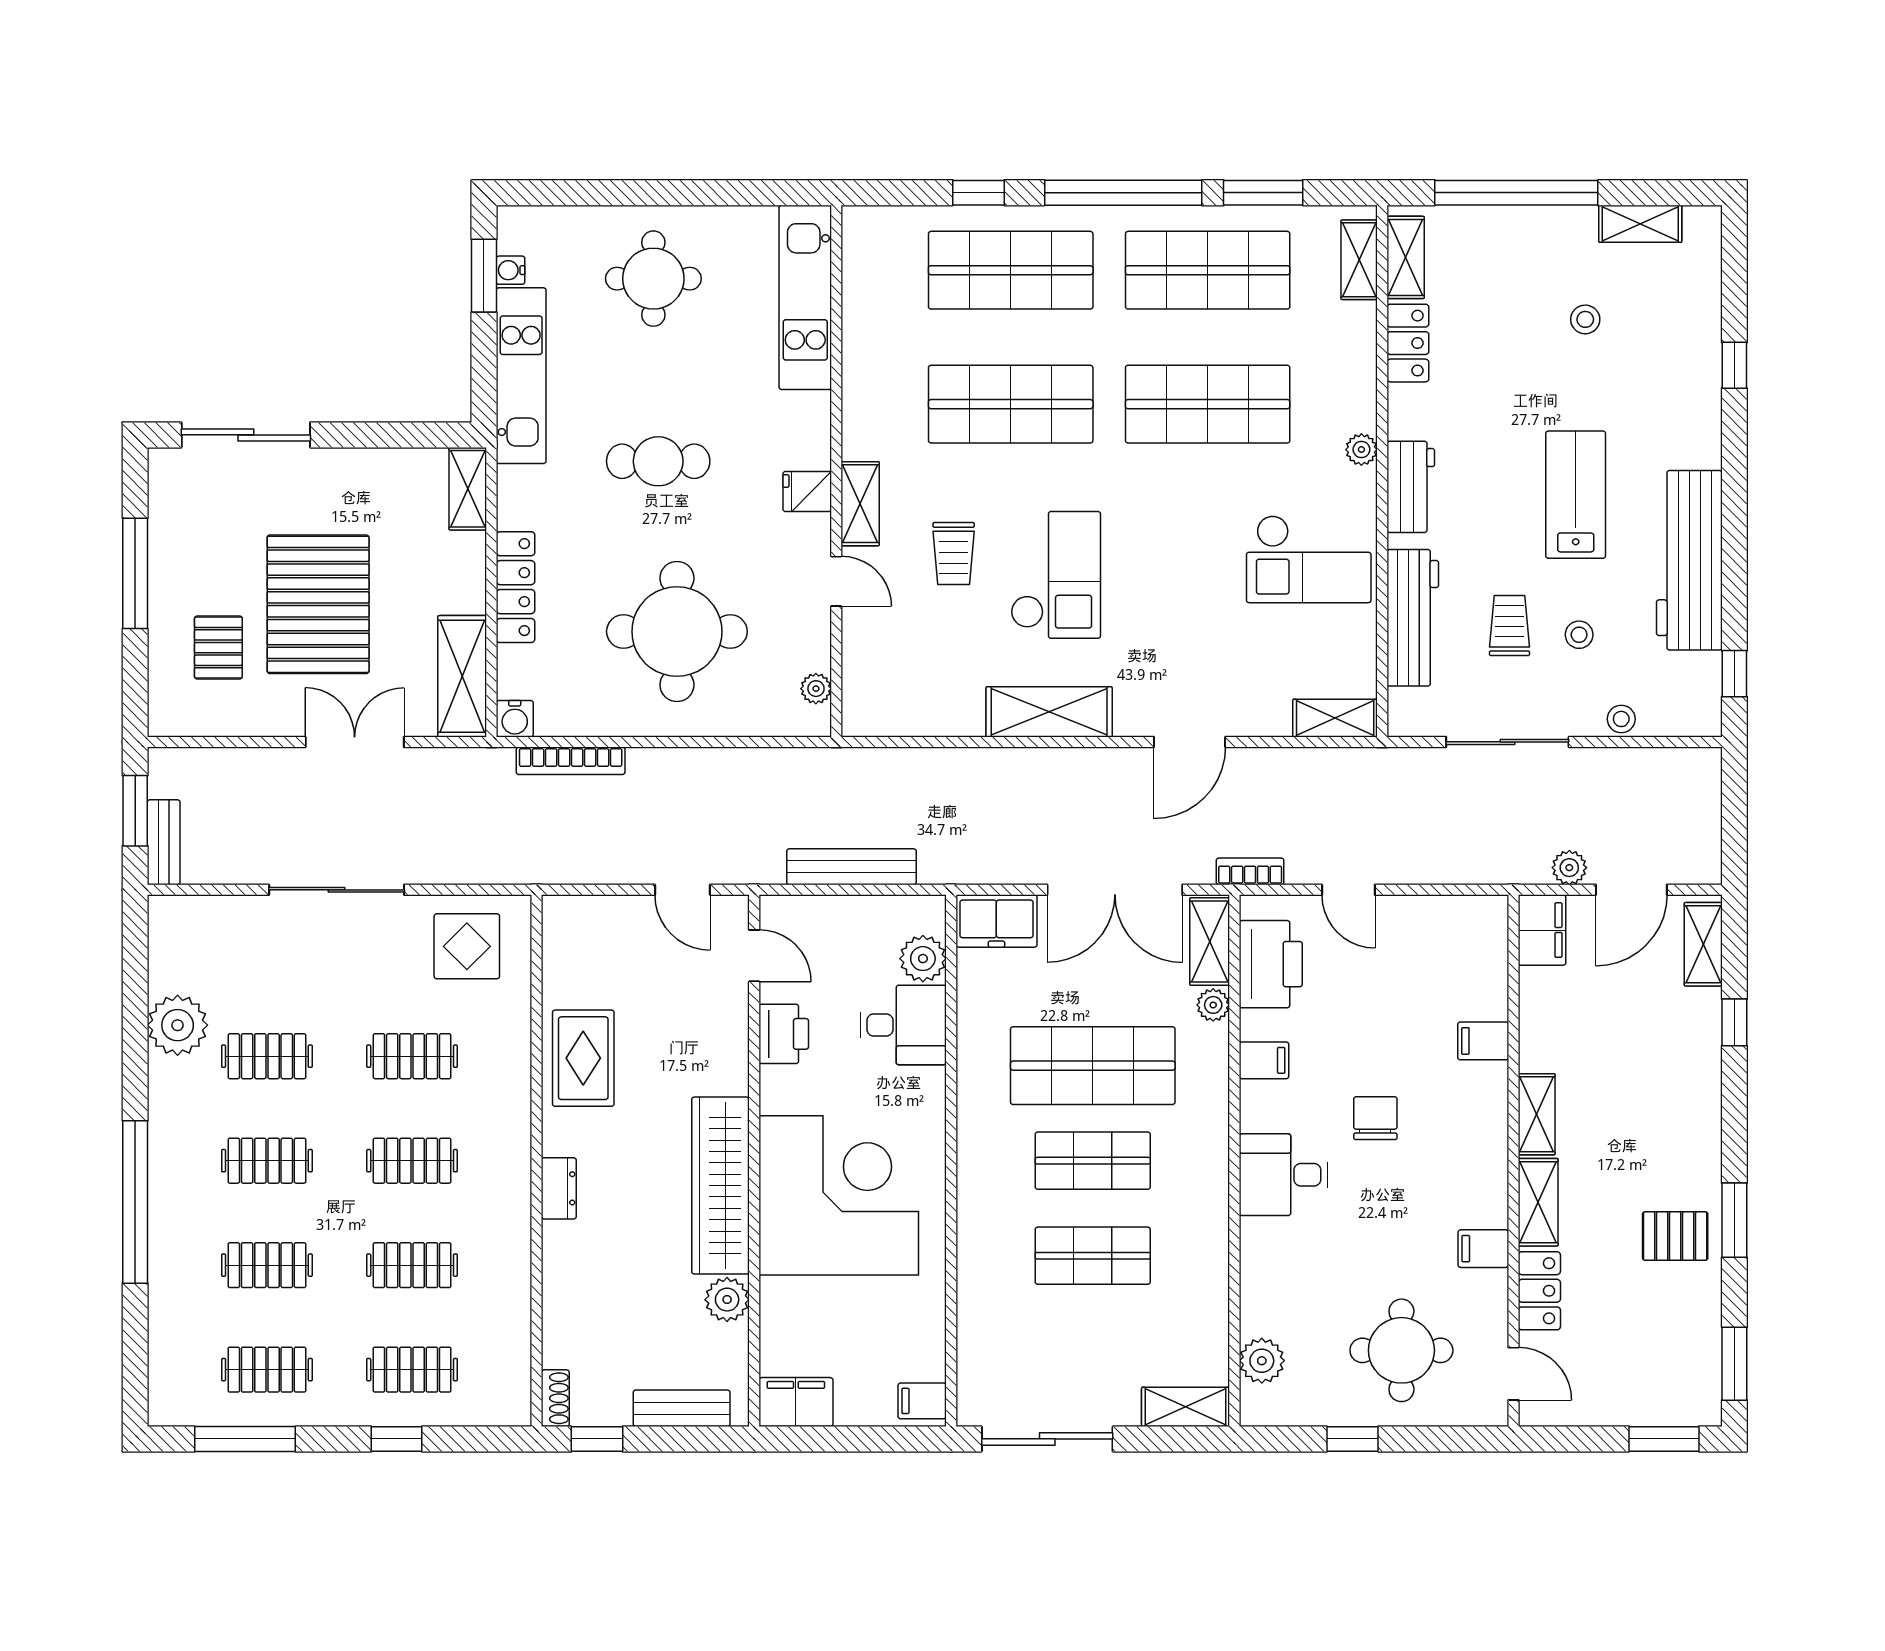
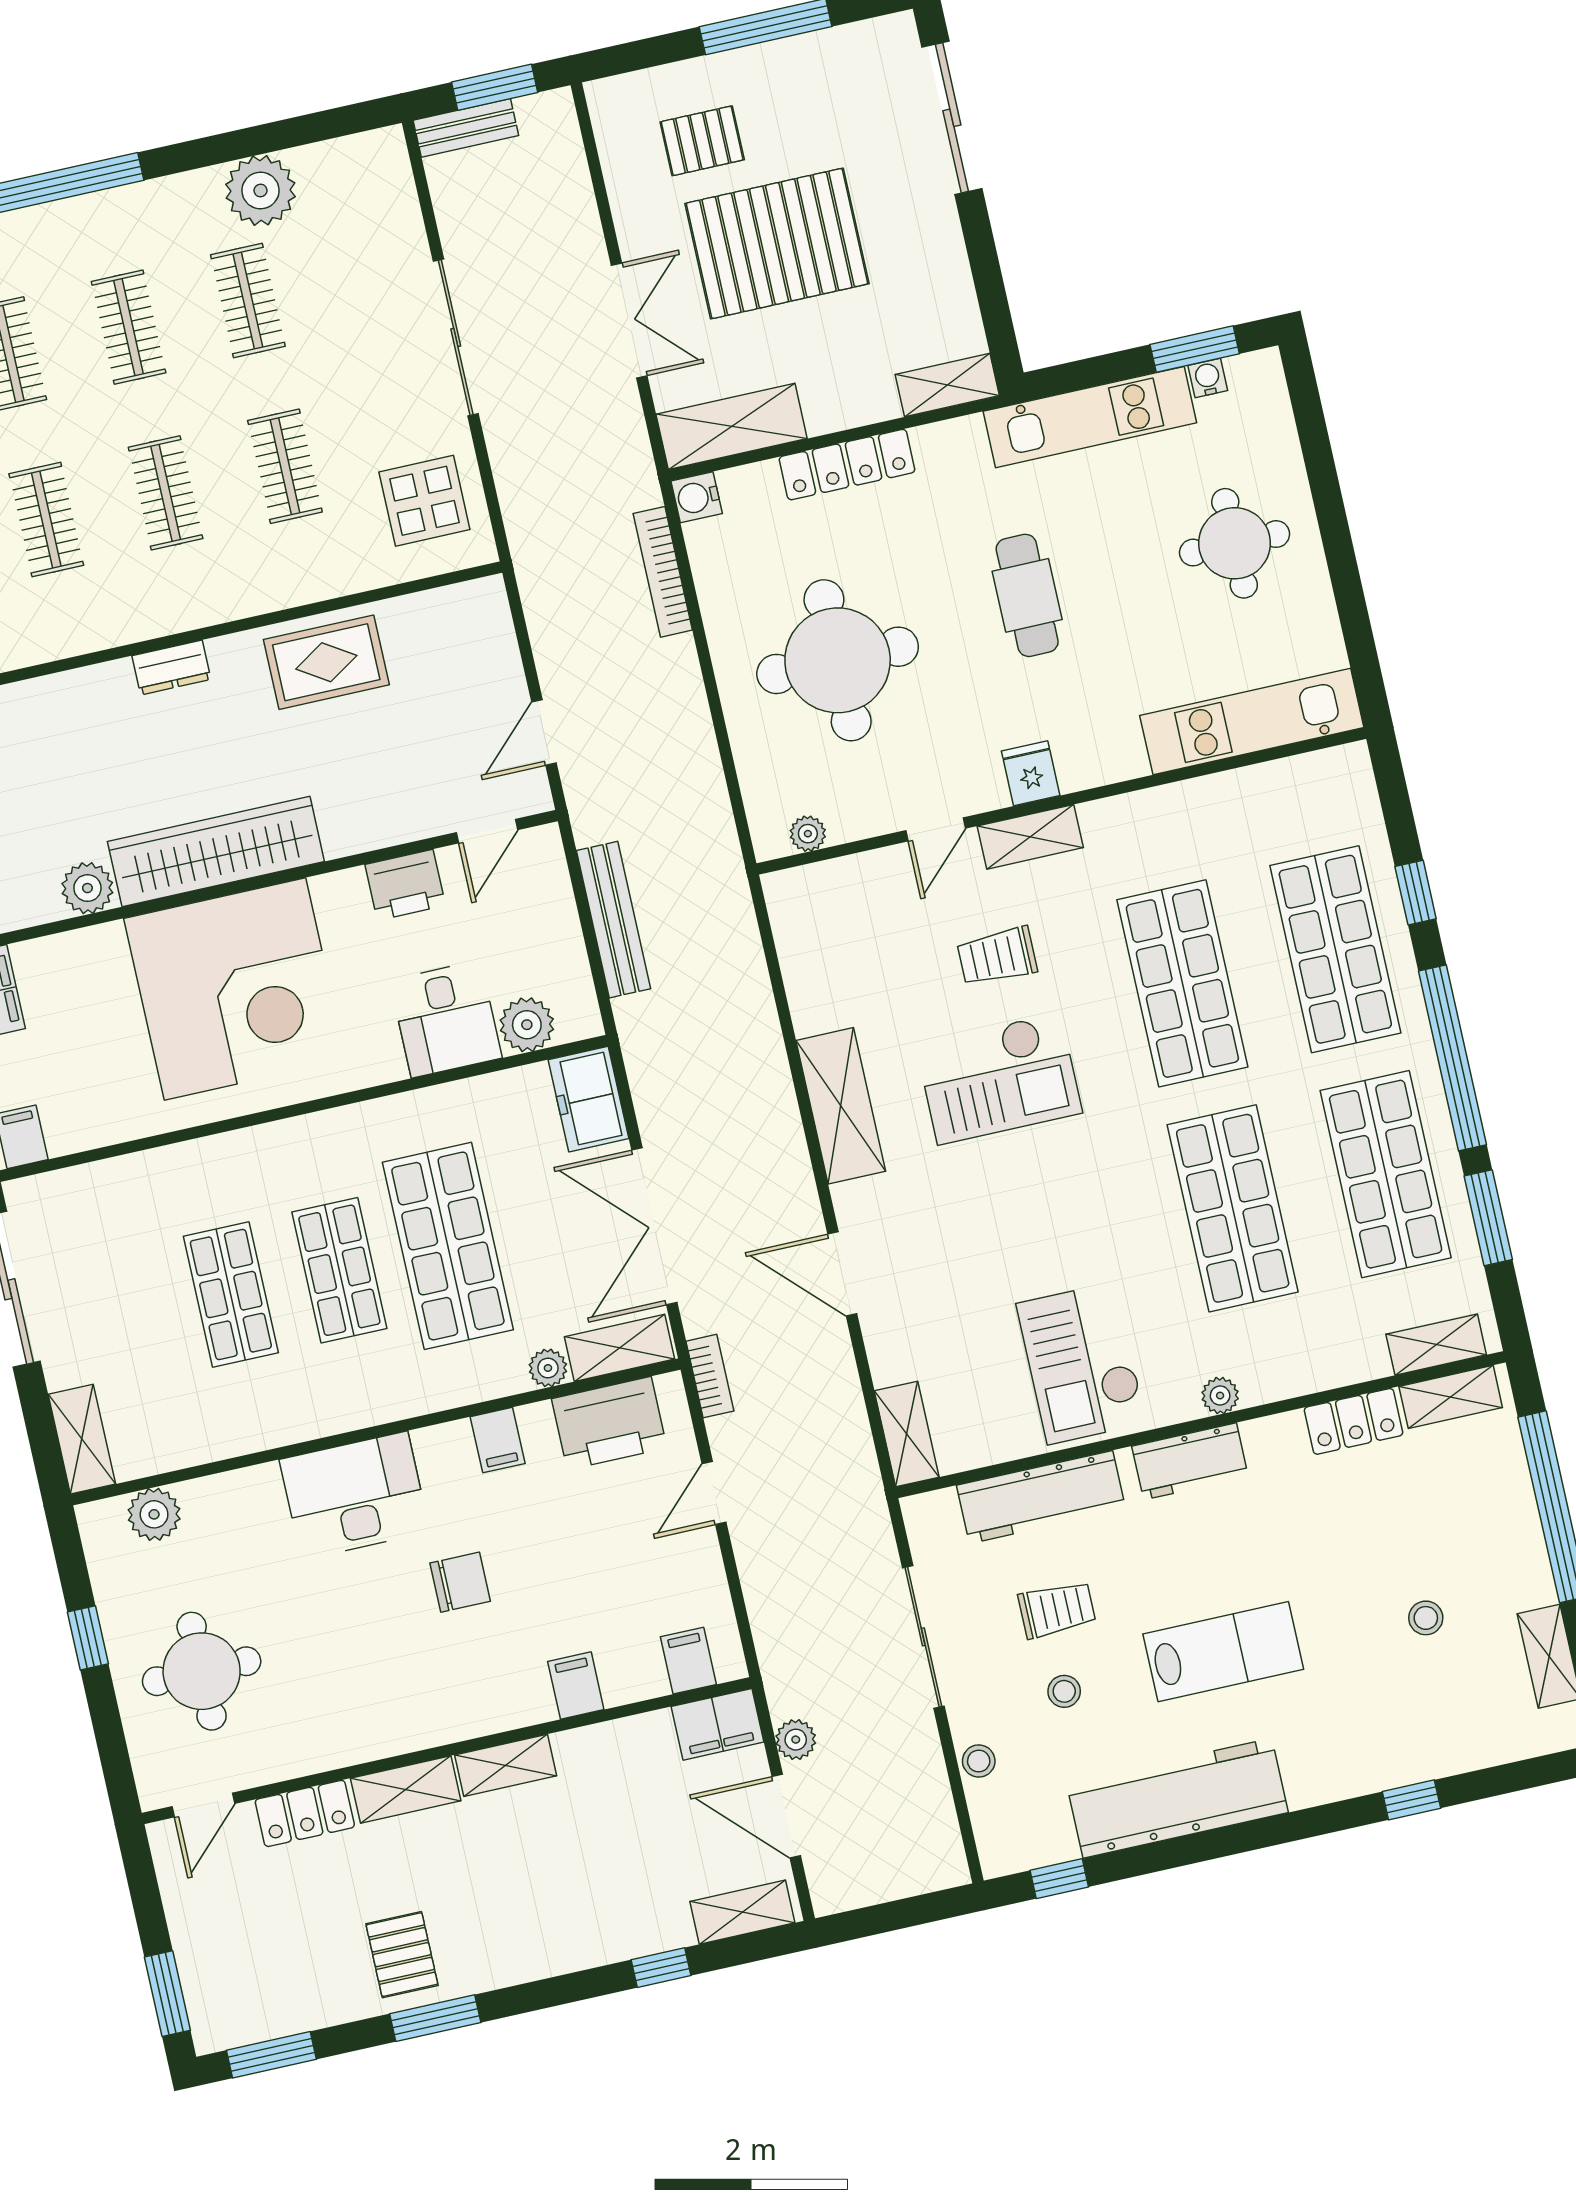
desk: (1284, 1175) -> (355, 1496), width x1.37
filing cabinet: (1483, 1249) -> (688, 1661), moved

